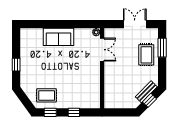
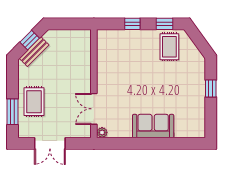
rug: (47, 95) -> (169, 47), turned 90

